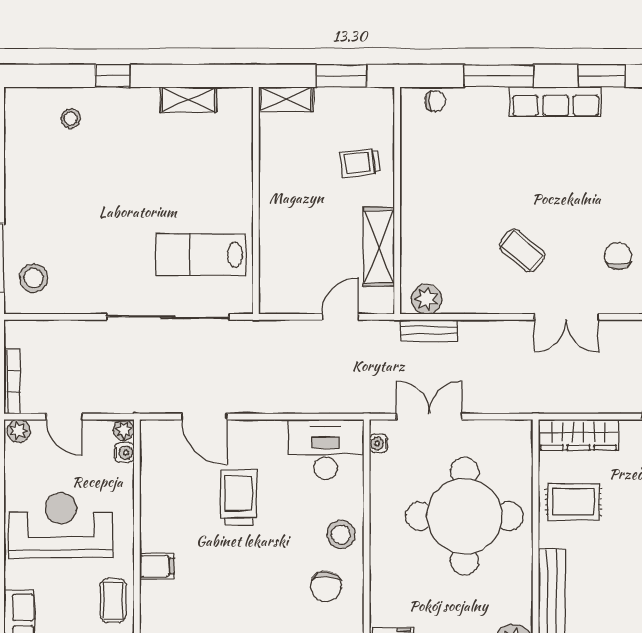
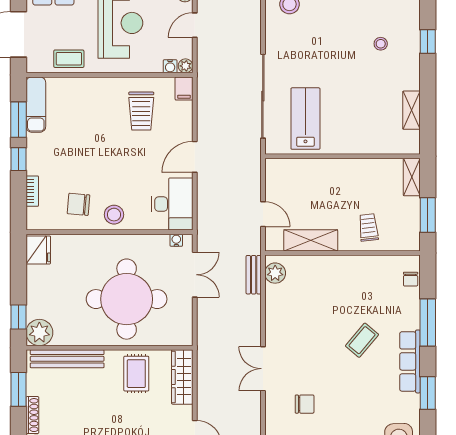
window: (113, 76) -> (428, 42), moved
stool: (71, 118) -> (381, 44), moved
coffee table: (522, 251) -> (362, 340), moved
door: (204, 417) -> (195, 157), moved
trolley: (238, 497) -> (141, 111), moved, turned 90
filing cabinet: (157, 566) -> (184, 89), moved

